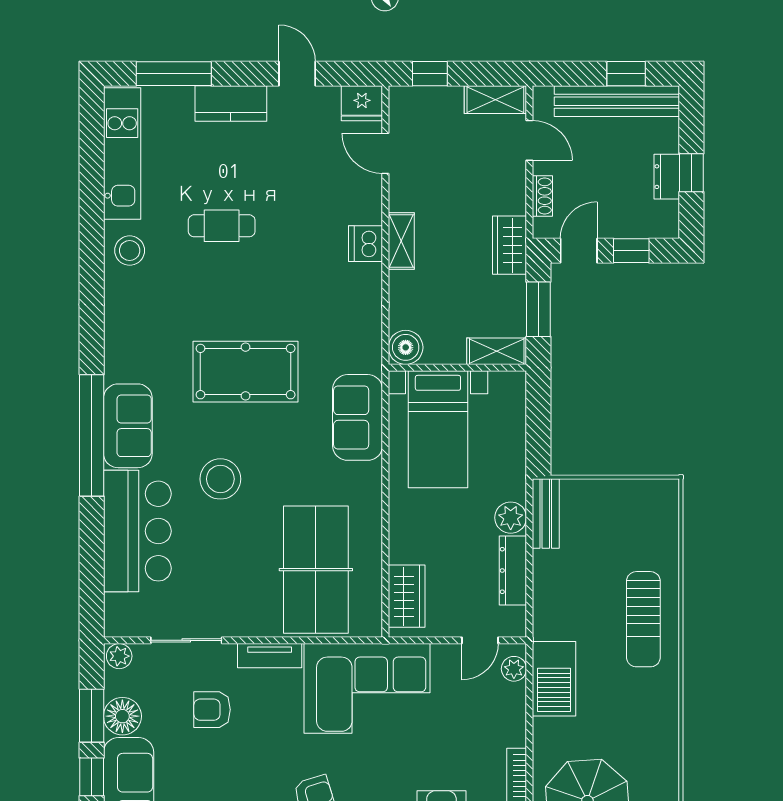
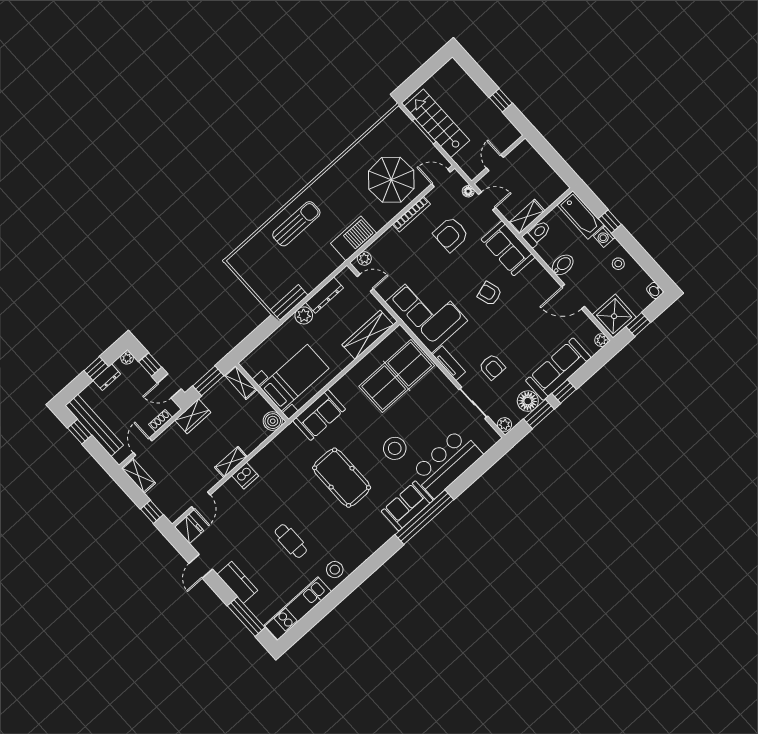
plant: (668, 227) -> (127, 358), added
wardrobe: (407, 596) -> (368, 335), width x1.50

